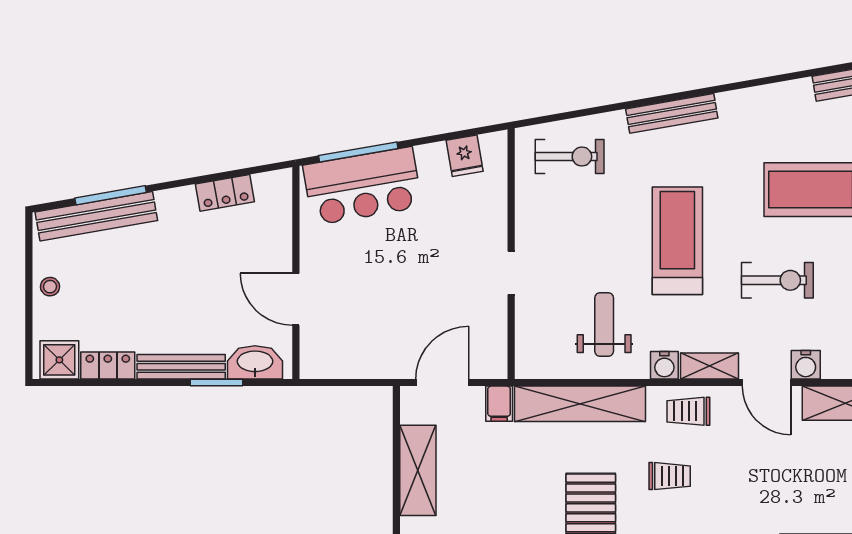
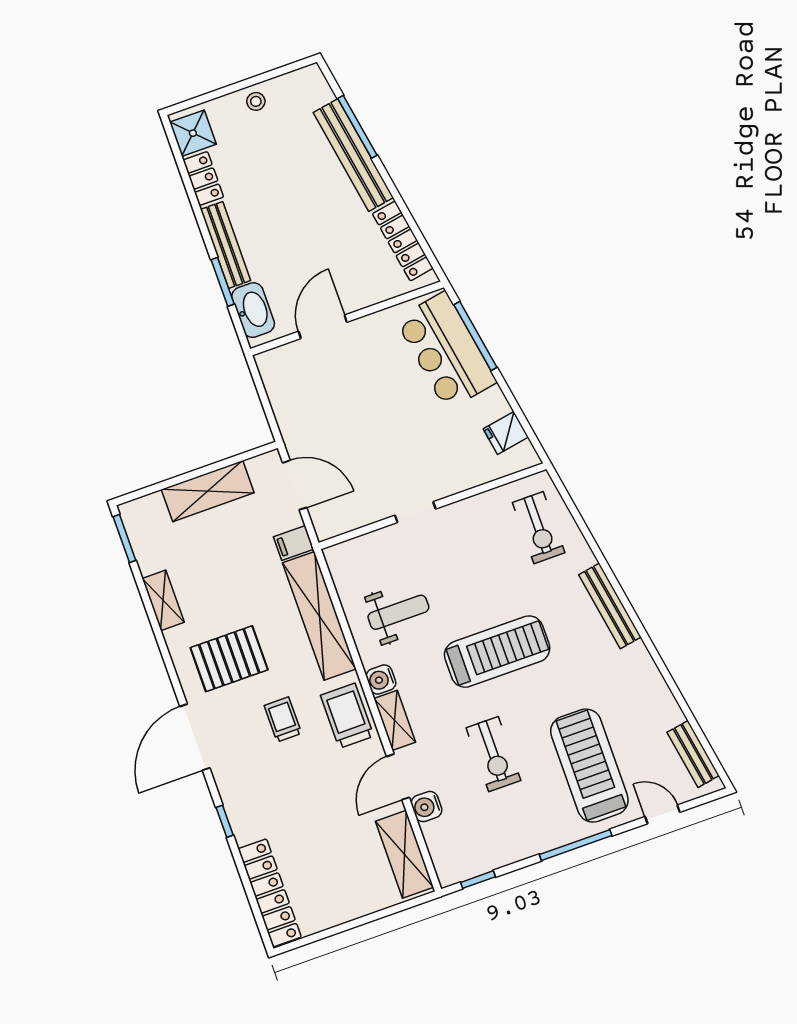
locker: (225, 193) -> (403, 241), width x1.53
bench: (96, 216) -> (353, 155), moved
trolley: (688, 411) -> (347, 716), width x1.36, depth x1.39
trolley: (670, 476) -> (283, 719), turned 180

